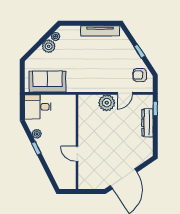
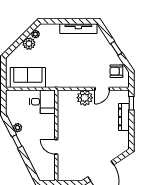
desk: (38, 107) -> (42, 102), moved, turned 180

